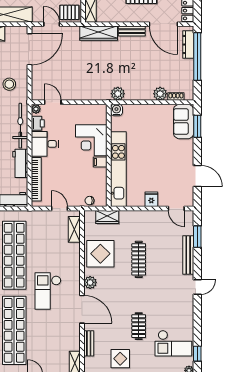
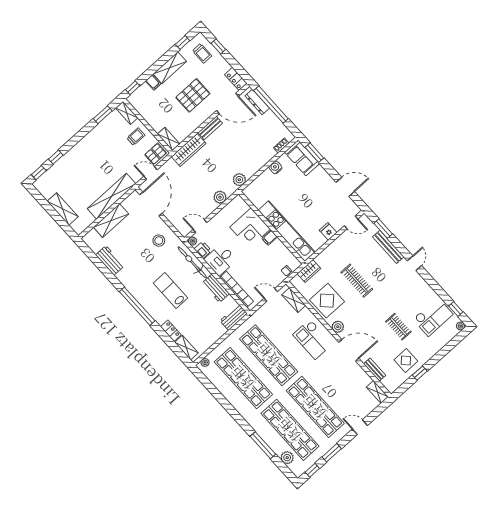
plant: (160, 94) -> (220, 197), moved
water cooler: (116, 110) -> (275, 167), moved
checkout: (48, 291) -> (313, 339), moved

